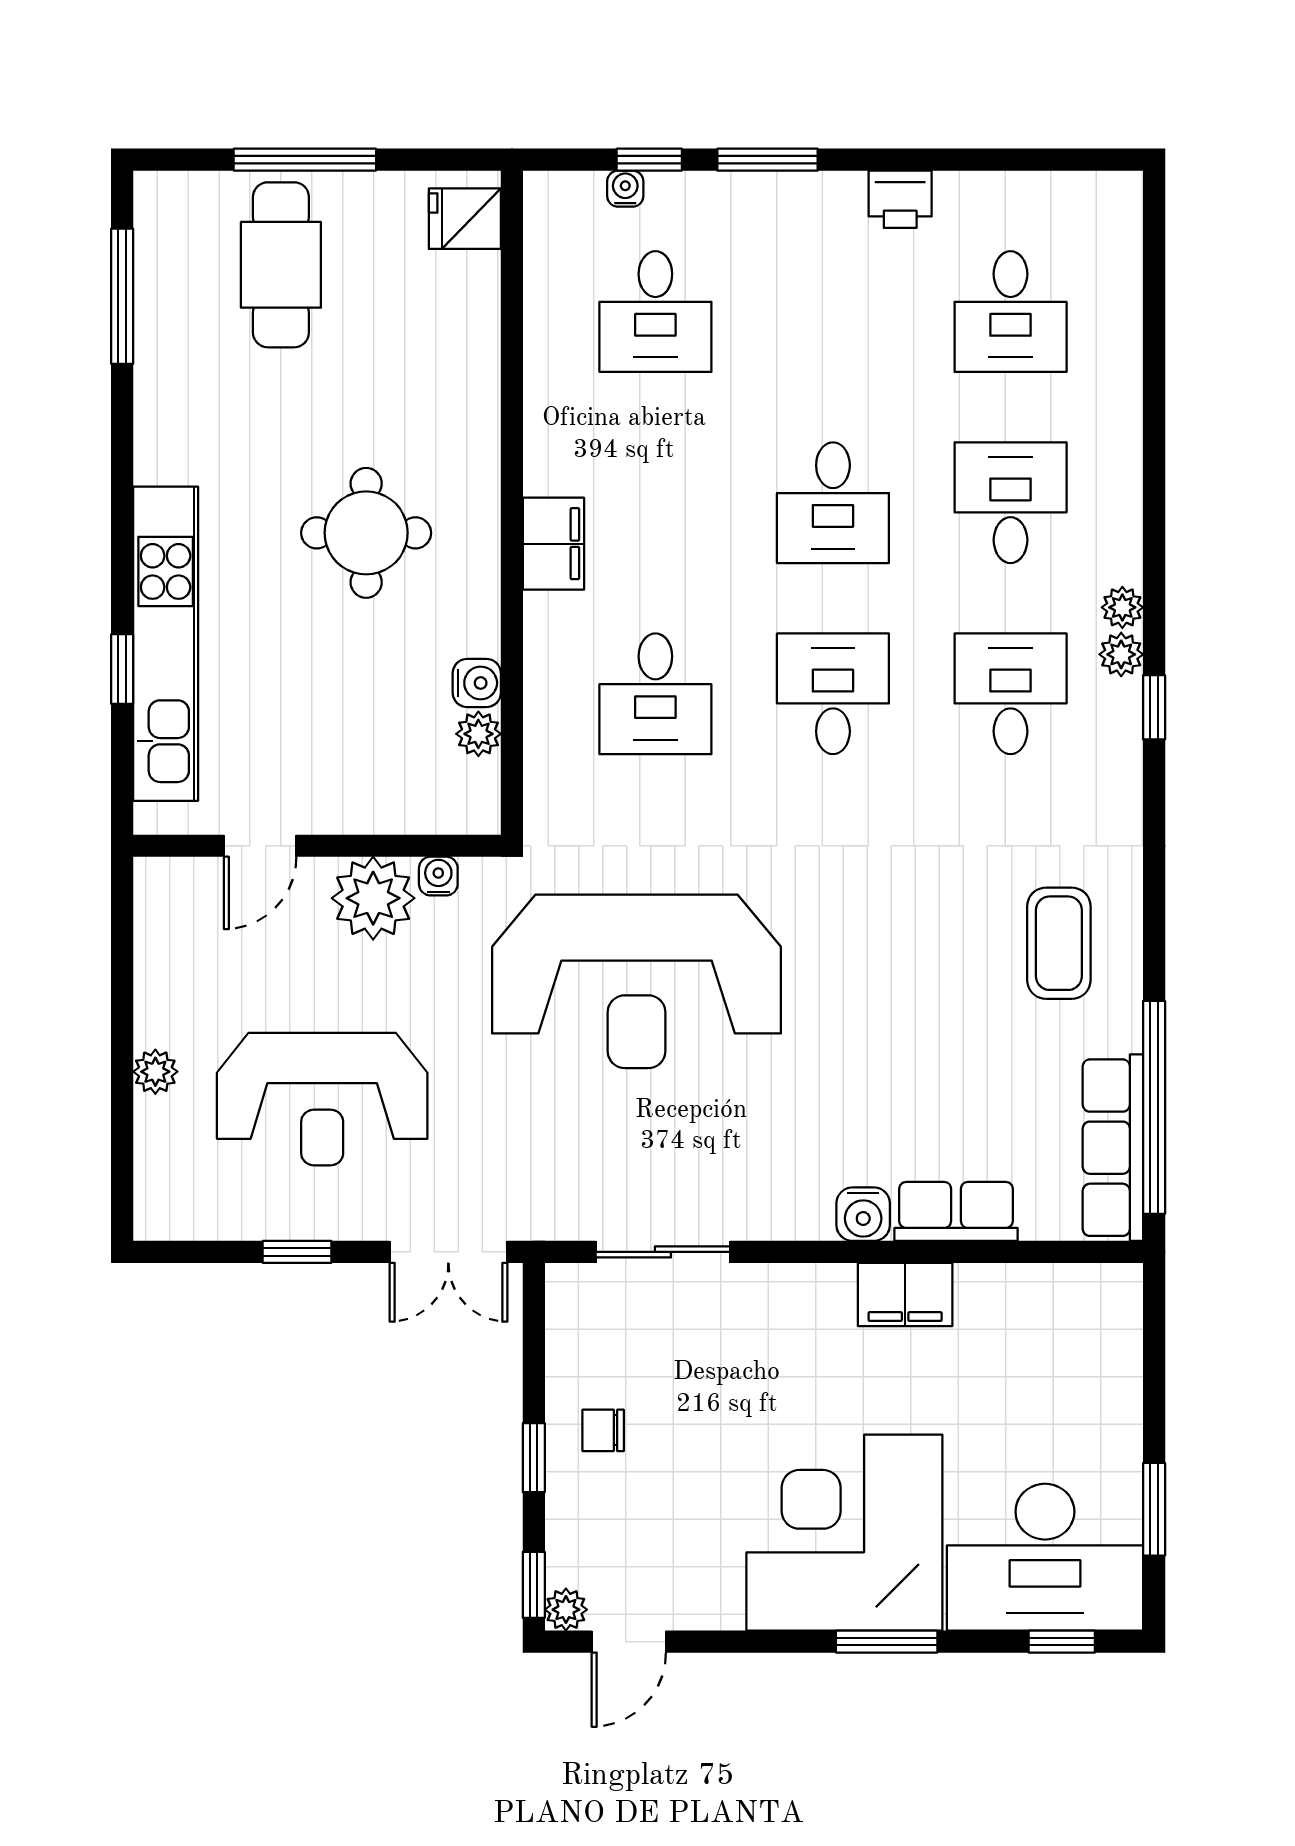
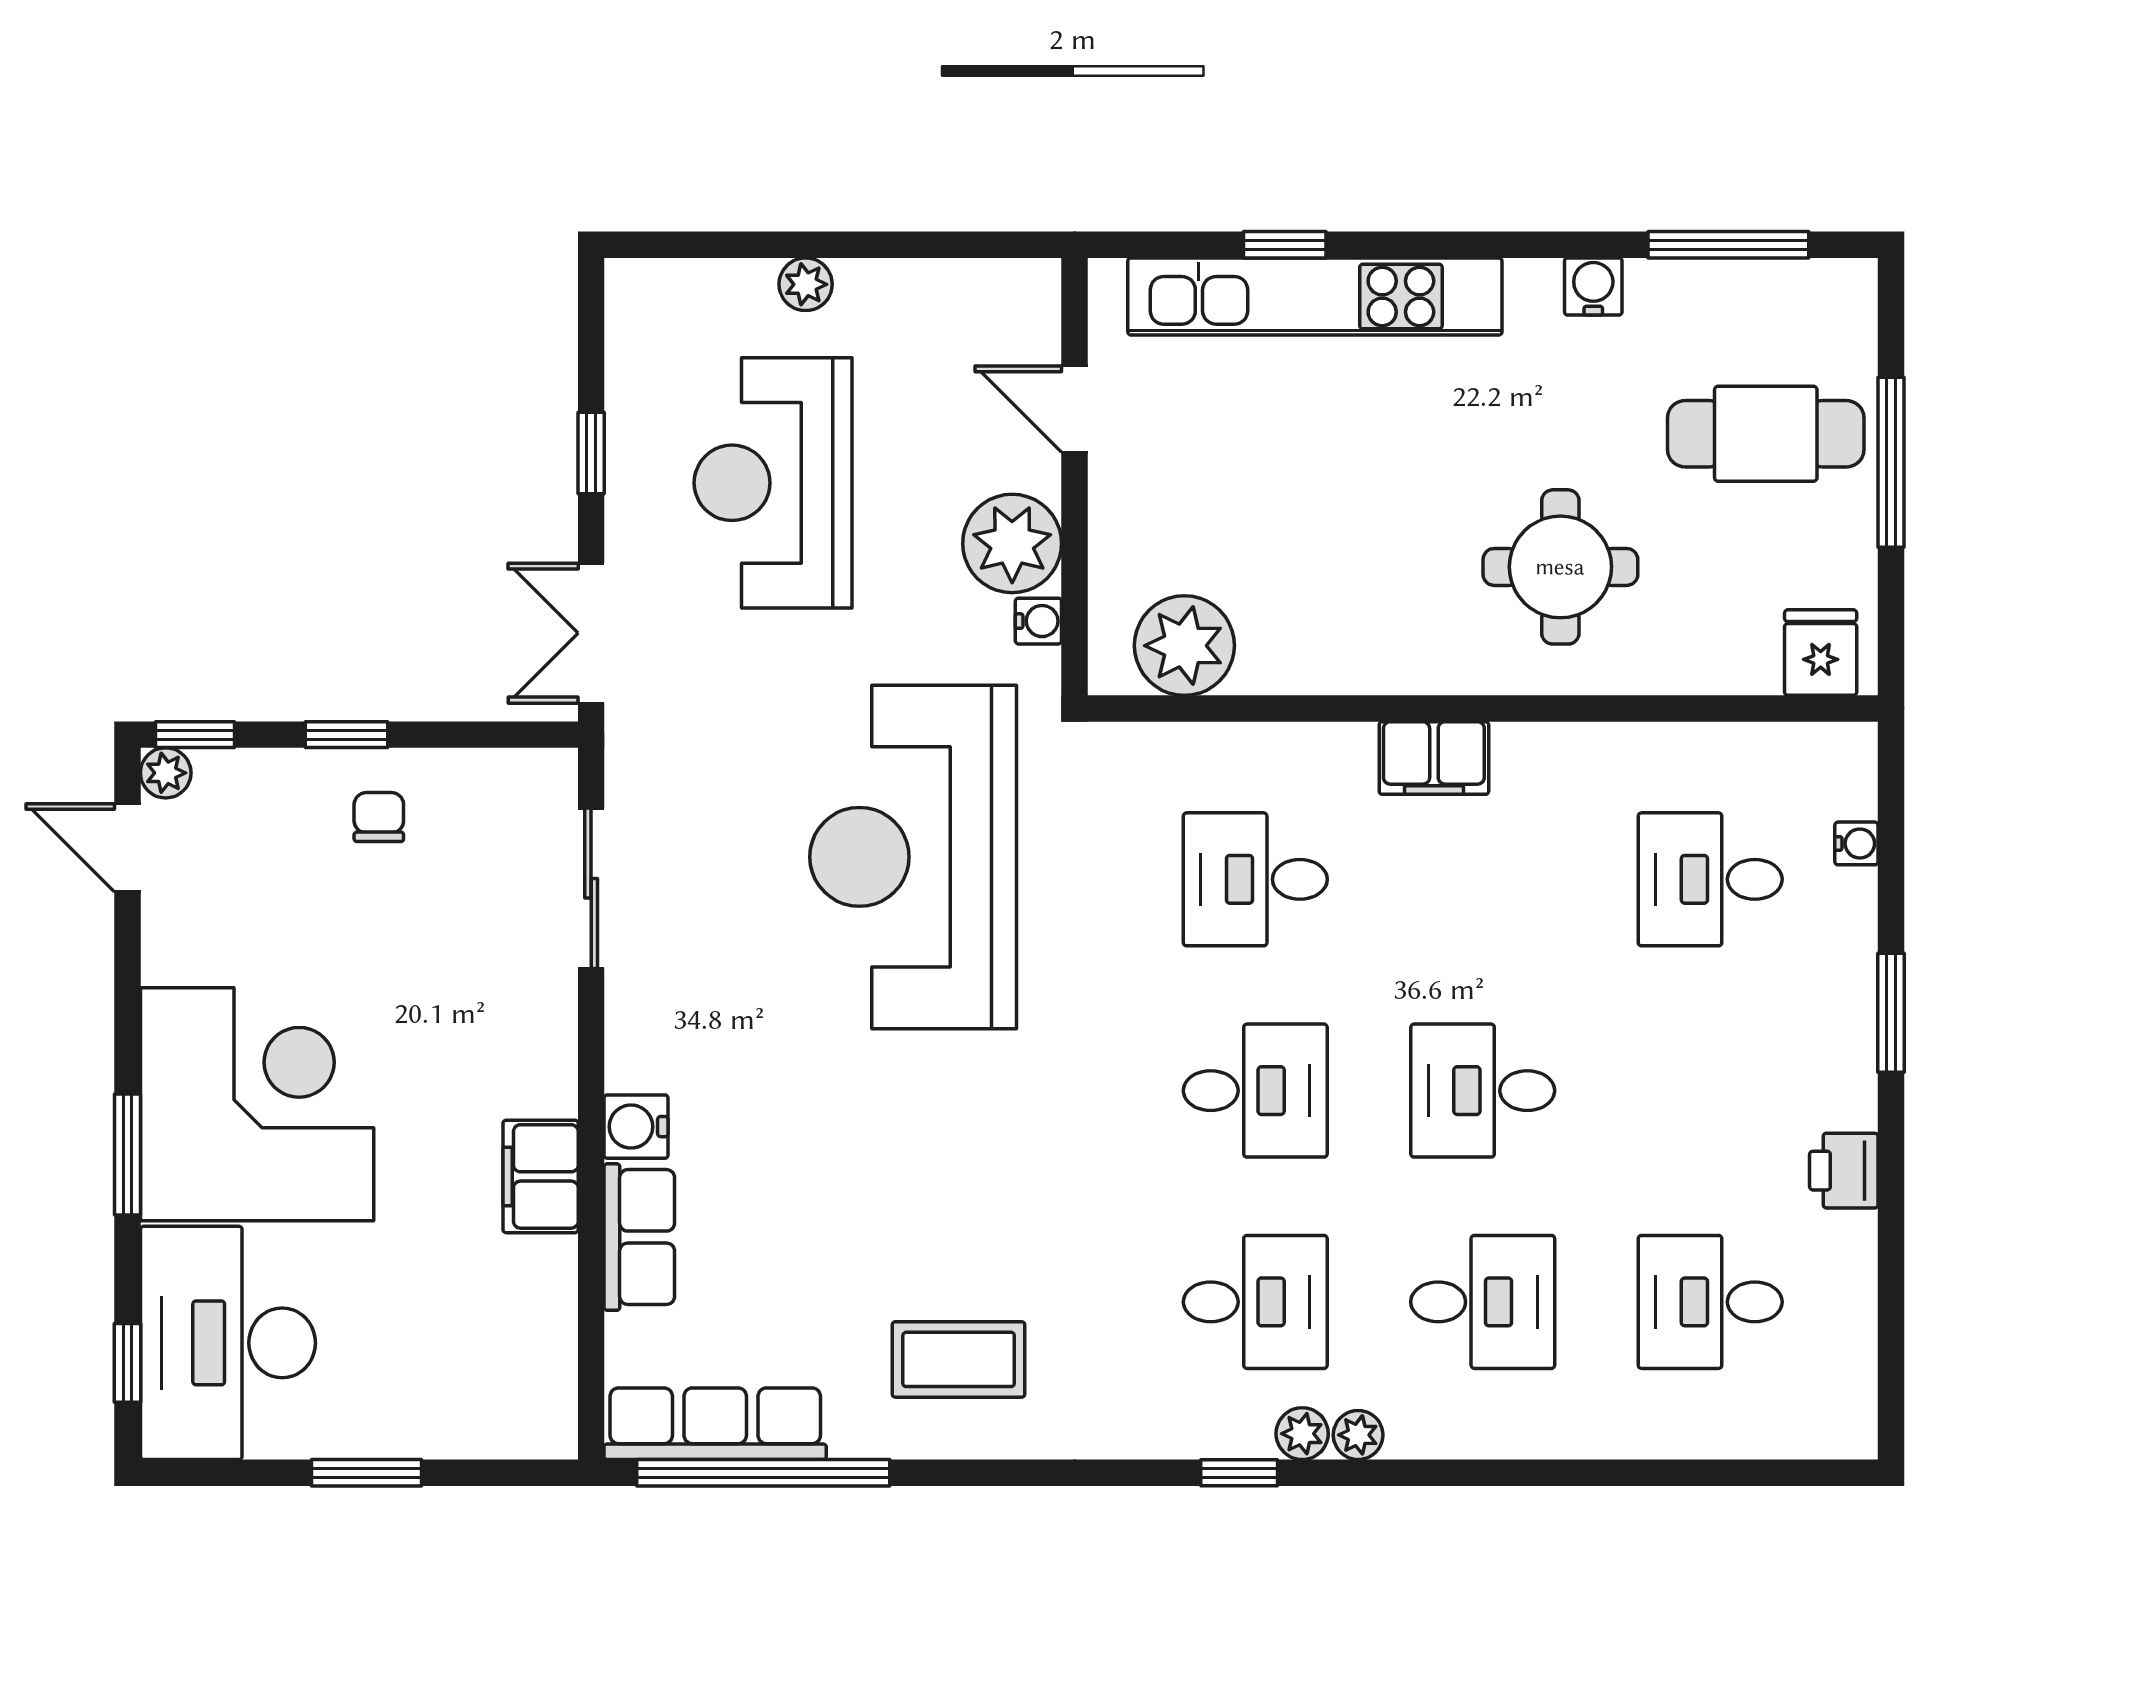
window: (649, 160) -> (1891, 872), removed
round table: (366, 533) -> (1560, 567), moved
water cooler: (477, 683) -> (1593, 287), moved, turned 180
plant: (478, 734) -> (1184, 646), width x1.87, depth x1.87
window: (1154, 1509) -> (367, 1473), moved

